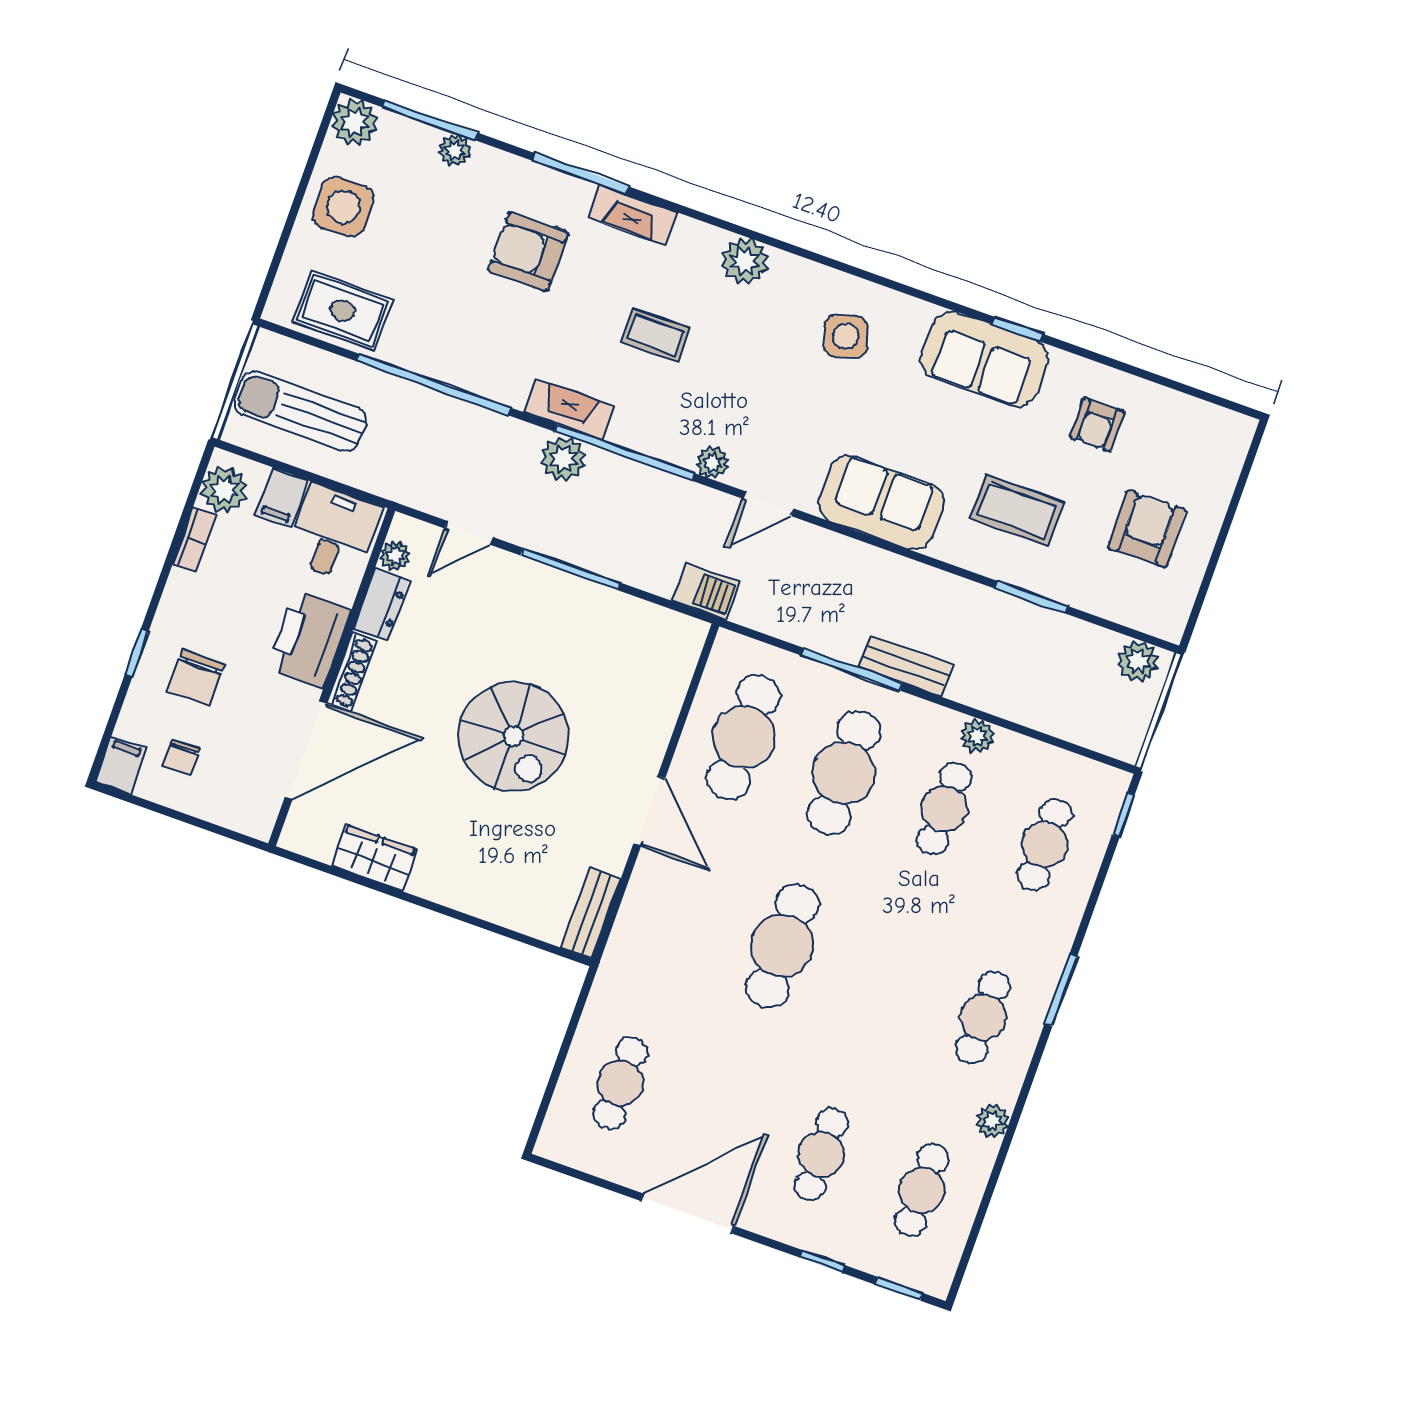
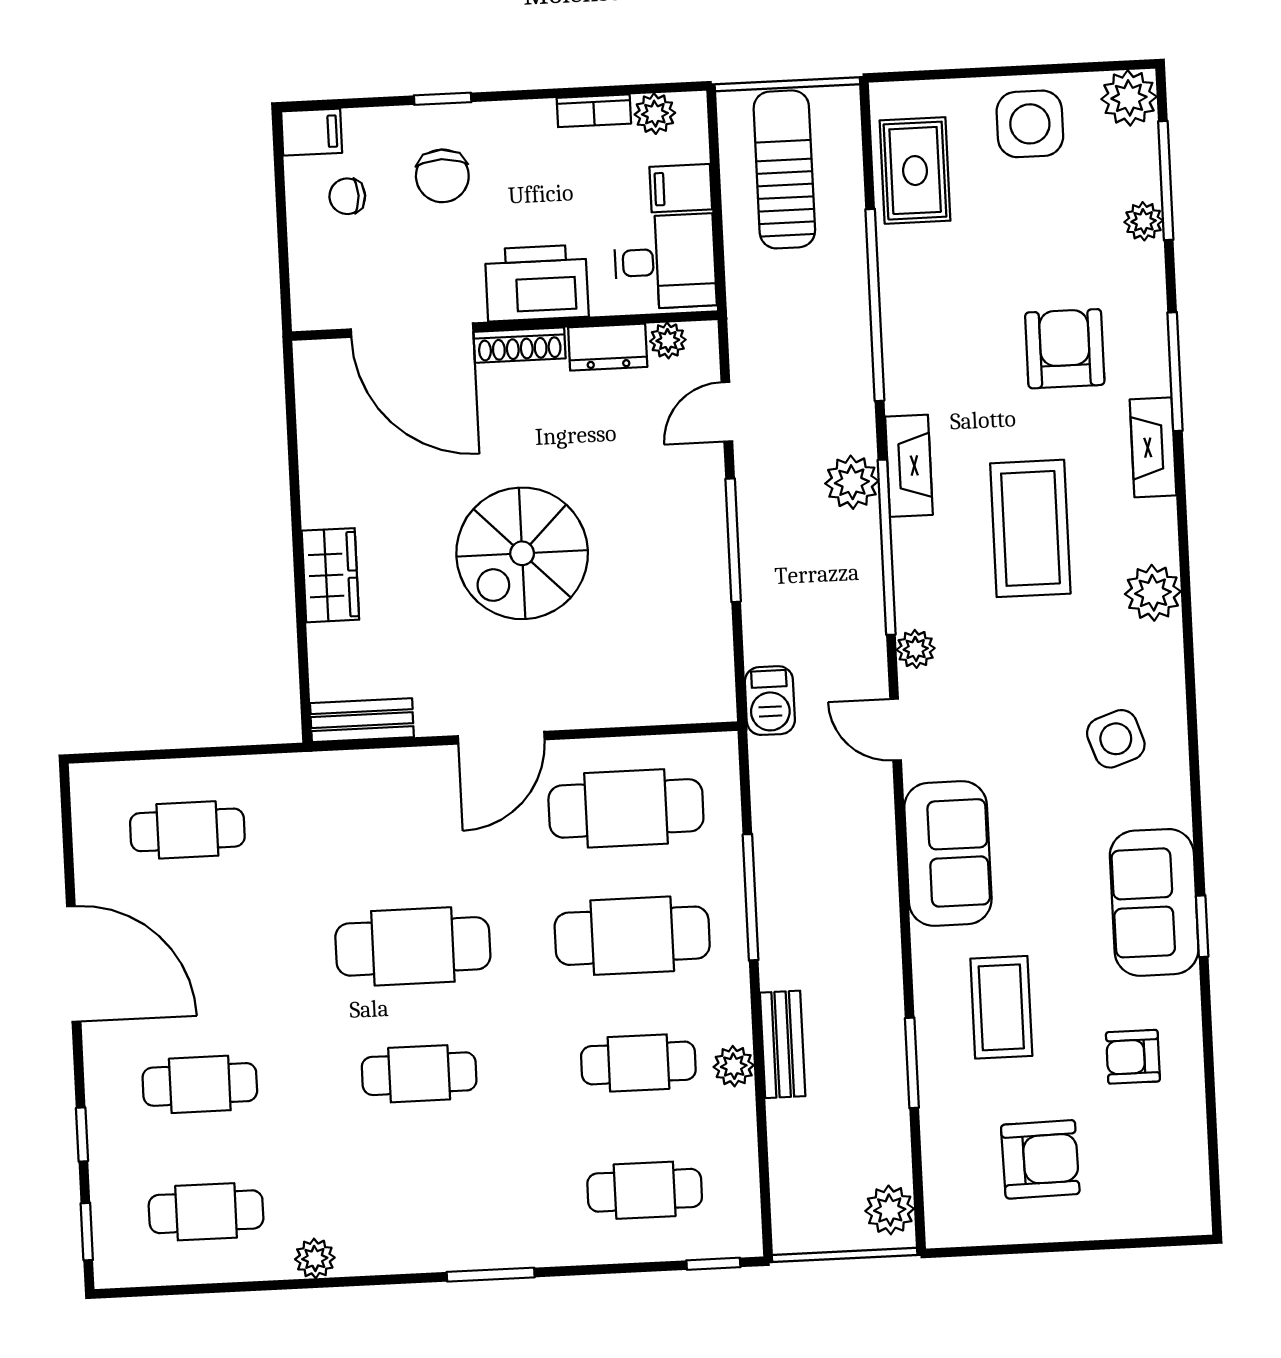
coffee table: (656, 335) -> (1030, 528), width x1.86, depth x1.72
plant: (224, 490) -> (655, 114), width x0.73, depth x0.73
door: (469, 533) -> (727, 412), hinge flipped
bench: (906, 666) -> (783, 1044), moved
chair: (196, 678) -> (442, 176), turned -90
wardrobe: (374, 858) -> (330, 575), moved
cafe table: (983, 1017) -> (419, 1074), moved

